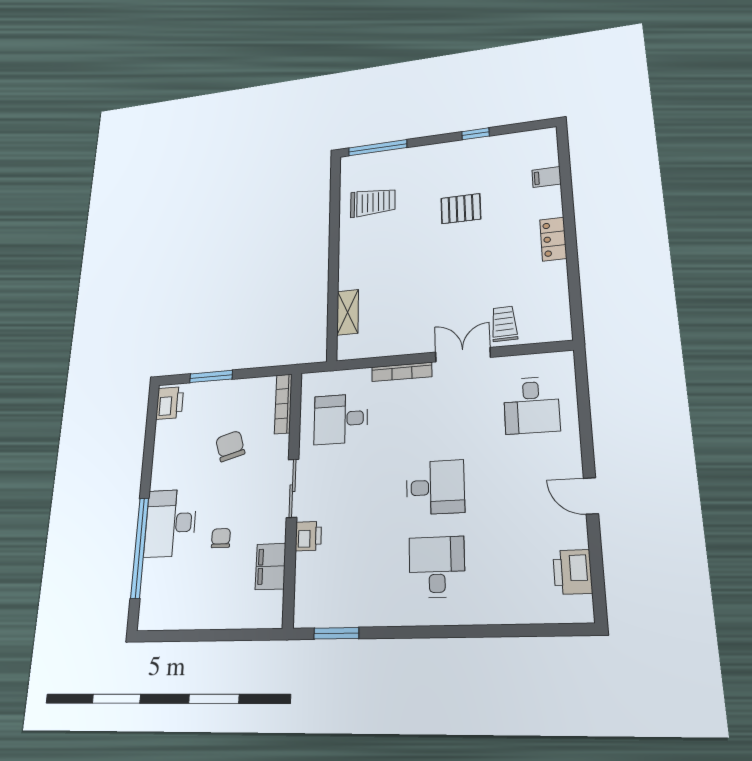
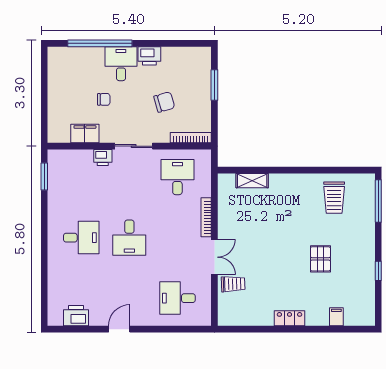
printer: (170, 403) -> (149, 56), moved
desk: (170, 523) -> (121, 64), width x0.73

